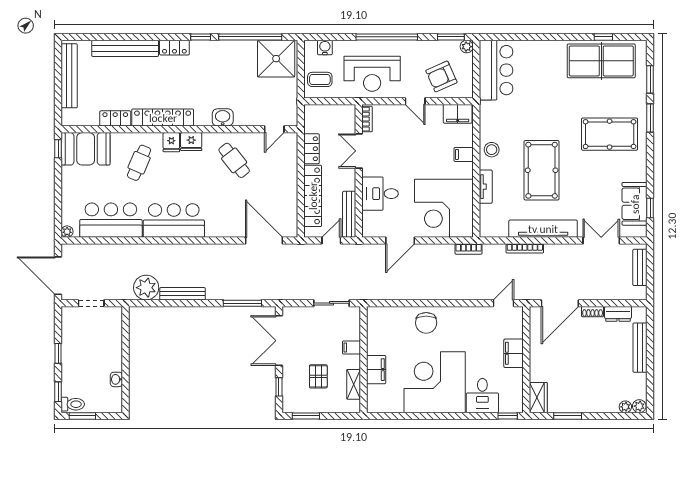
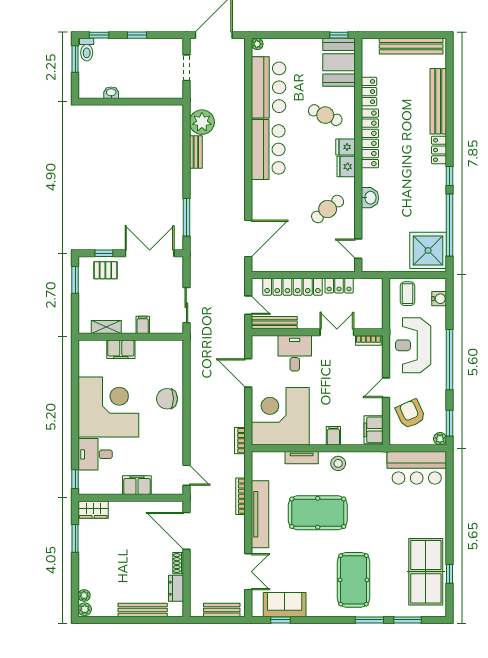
bench: (183, 294) -> (196, 152), width x0.73
pallet: (318, 376) -> (105, 270), moved

